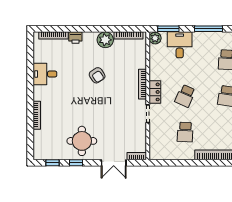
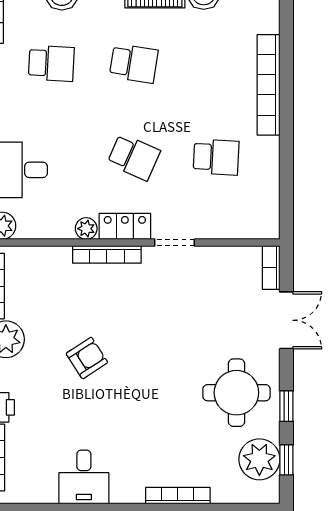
plant: (154, 75) -> (86, 229), added
plant: (53, 151) -> (259, 459), added

